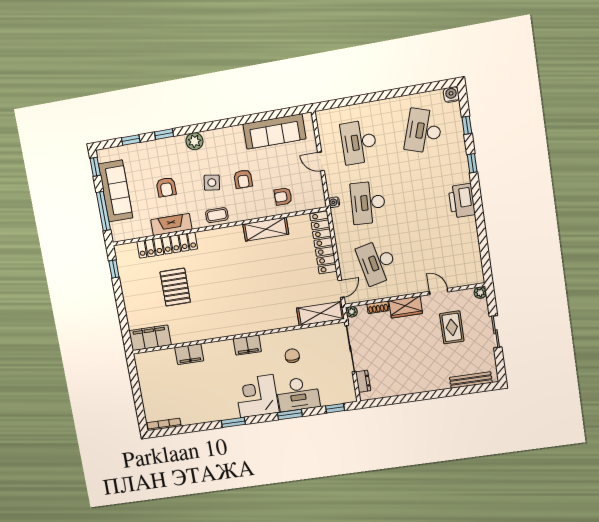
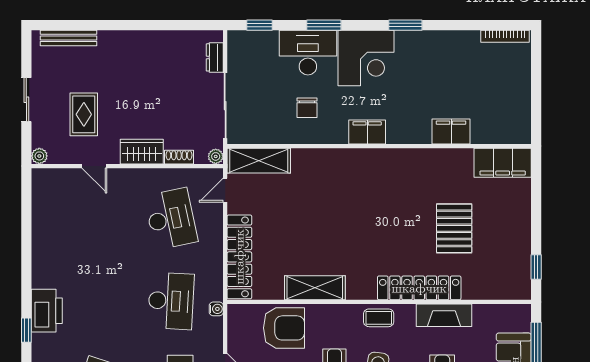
armchair: (283, 197) -> (284, 328), width x1.88, depth x1.88
printer: (462, 201) -> (47, 311), moved
locker: (167, 245) -> (419, 288), moved

